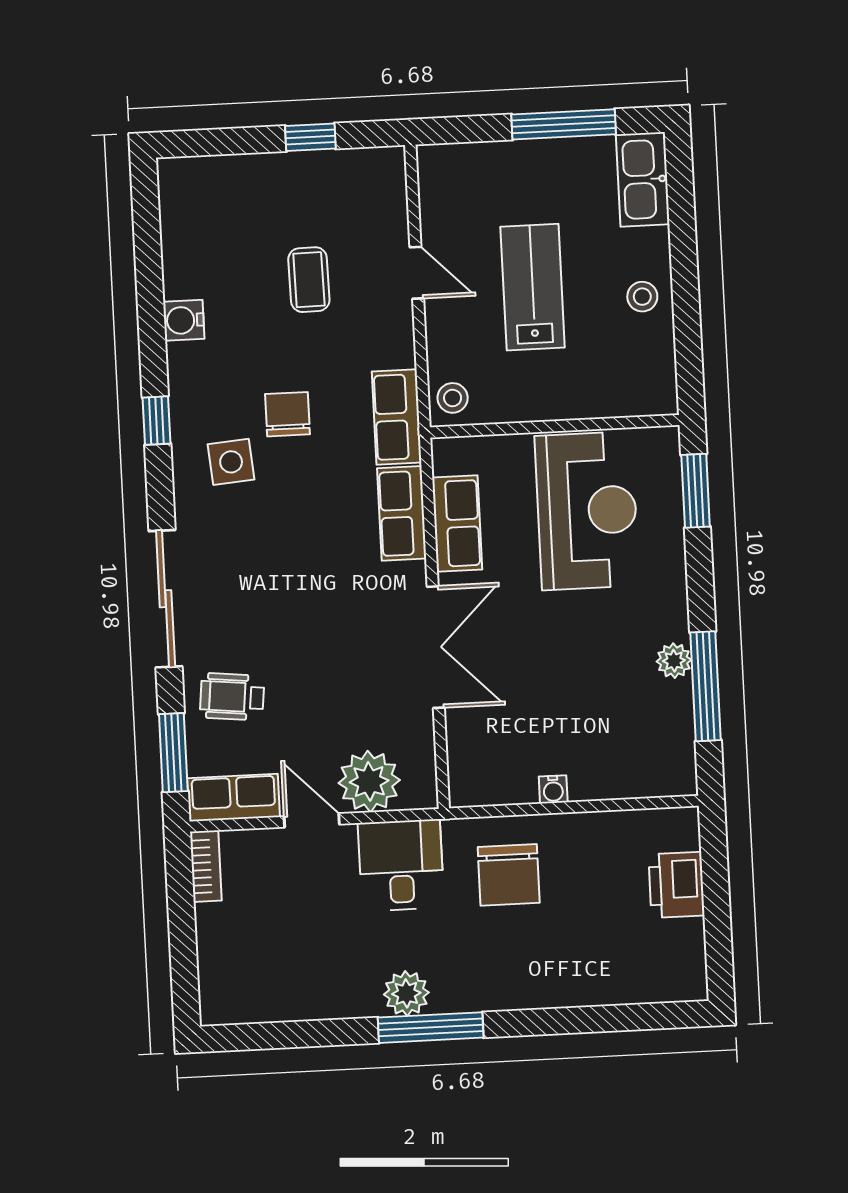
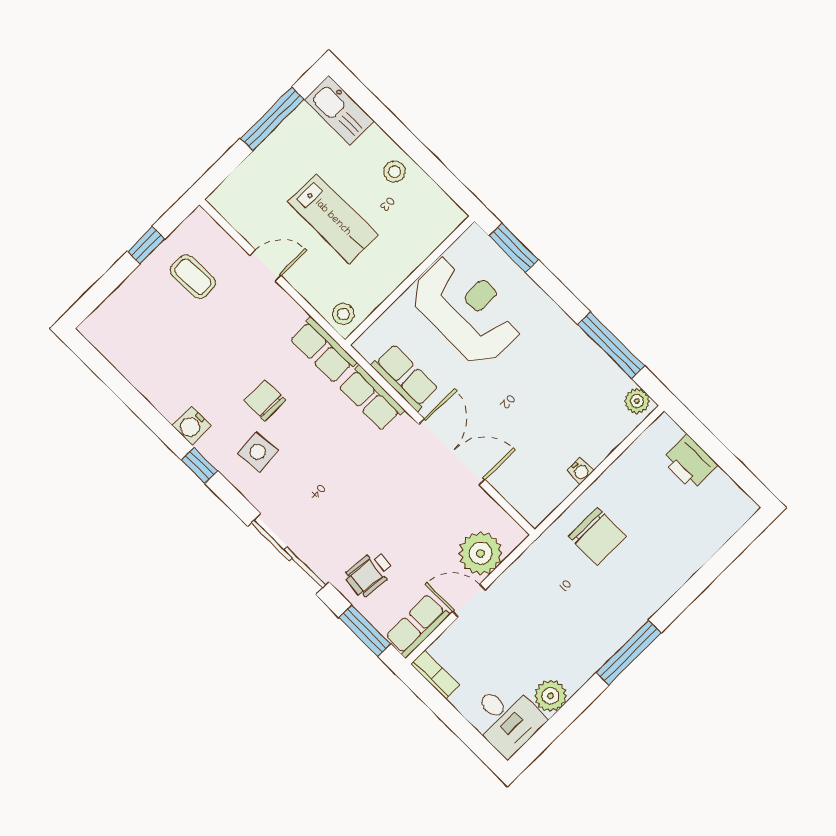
coffee table: (309, 280) -> (193, 277), moved
lab bench: (533, 287) -> (333, 218), turned 180
water cooler: (184, 320) -> (192, 425), moved
plant: (674, 661) -> (637, 401), moved
desk: (401, 865) -> (506, 718), moved, turned 180
plant: (406, 993) -> (550, 696), moved

